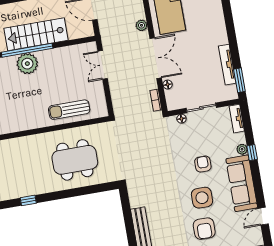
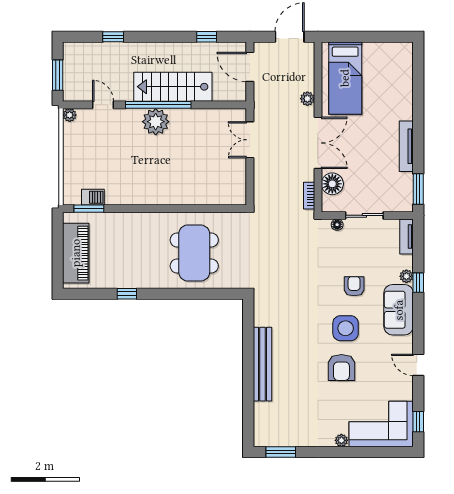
tv unit: (227, 65) -> (406, 146), moved
floor lamp: (168, 85) -> (332, 184), width x1.89, depth x1.89
sun lounger: (69, 110) -> (198, 189), removed
dining table: (75, 160) -> (194, 253), turned 90
sofa: (242, 183) -> (399, 310), width x0.73
door: (263, 216) -> (418, 365), hinge flipped

